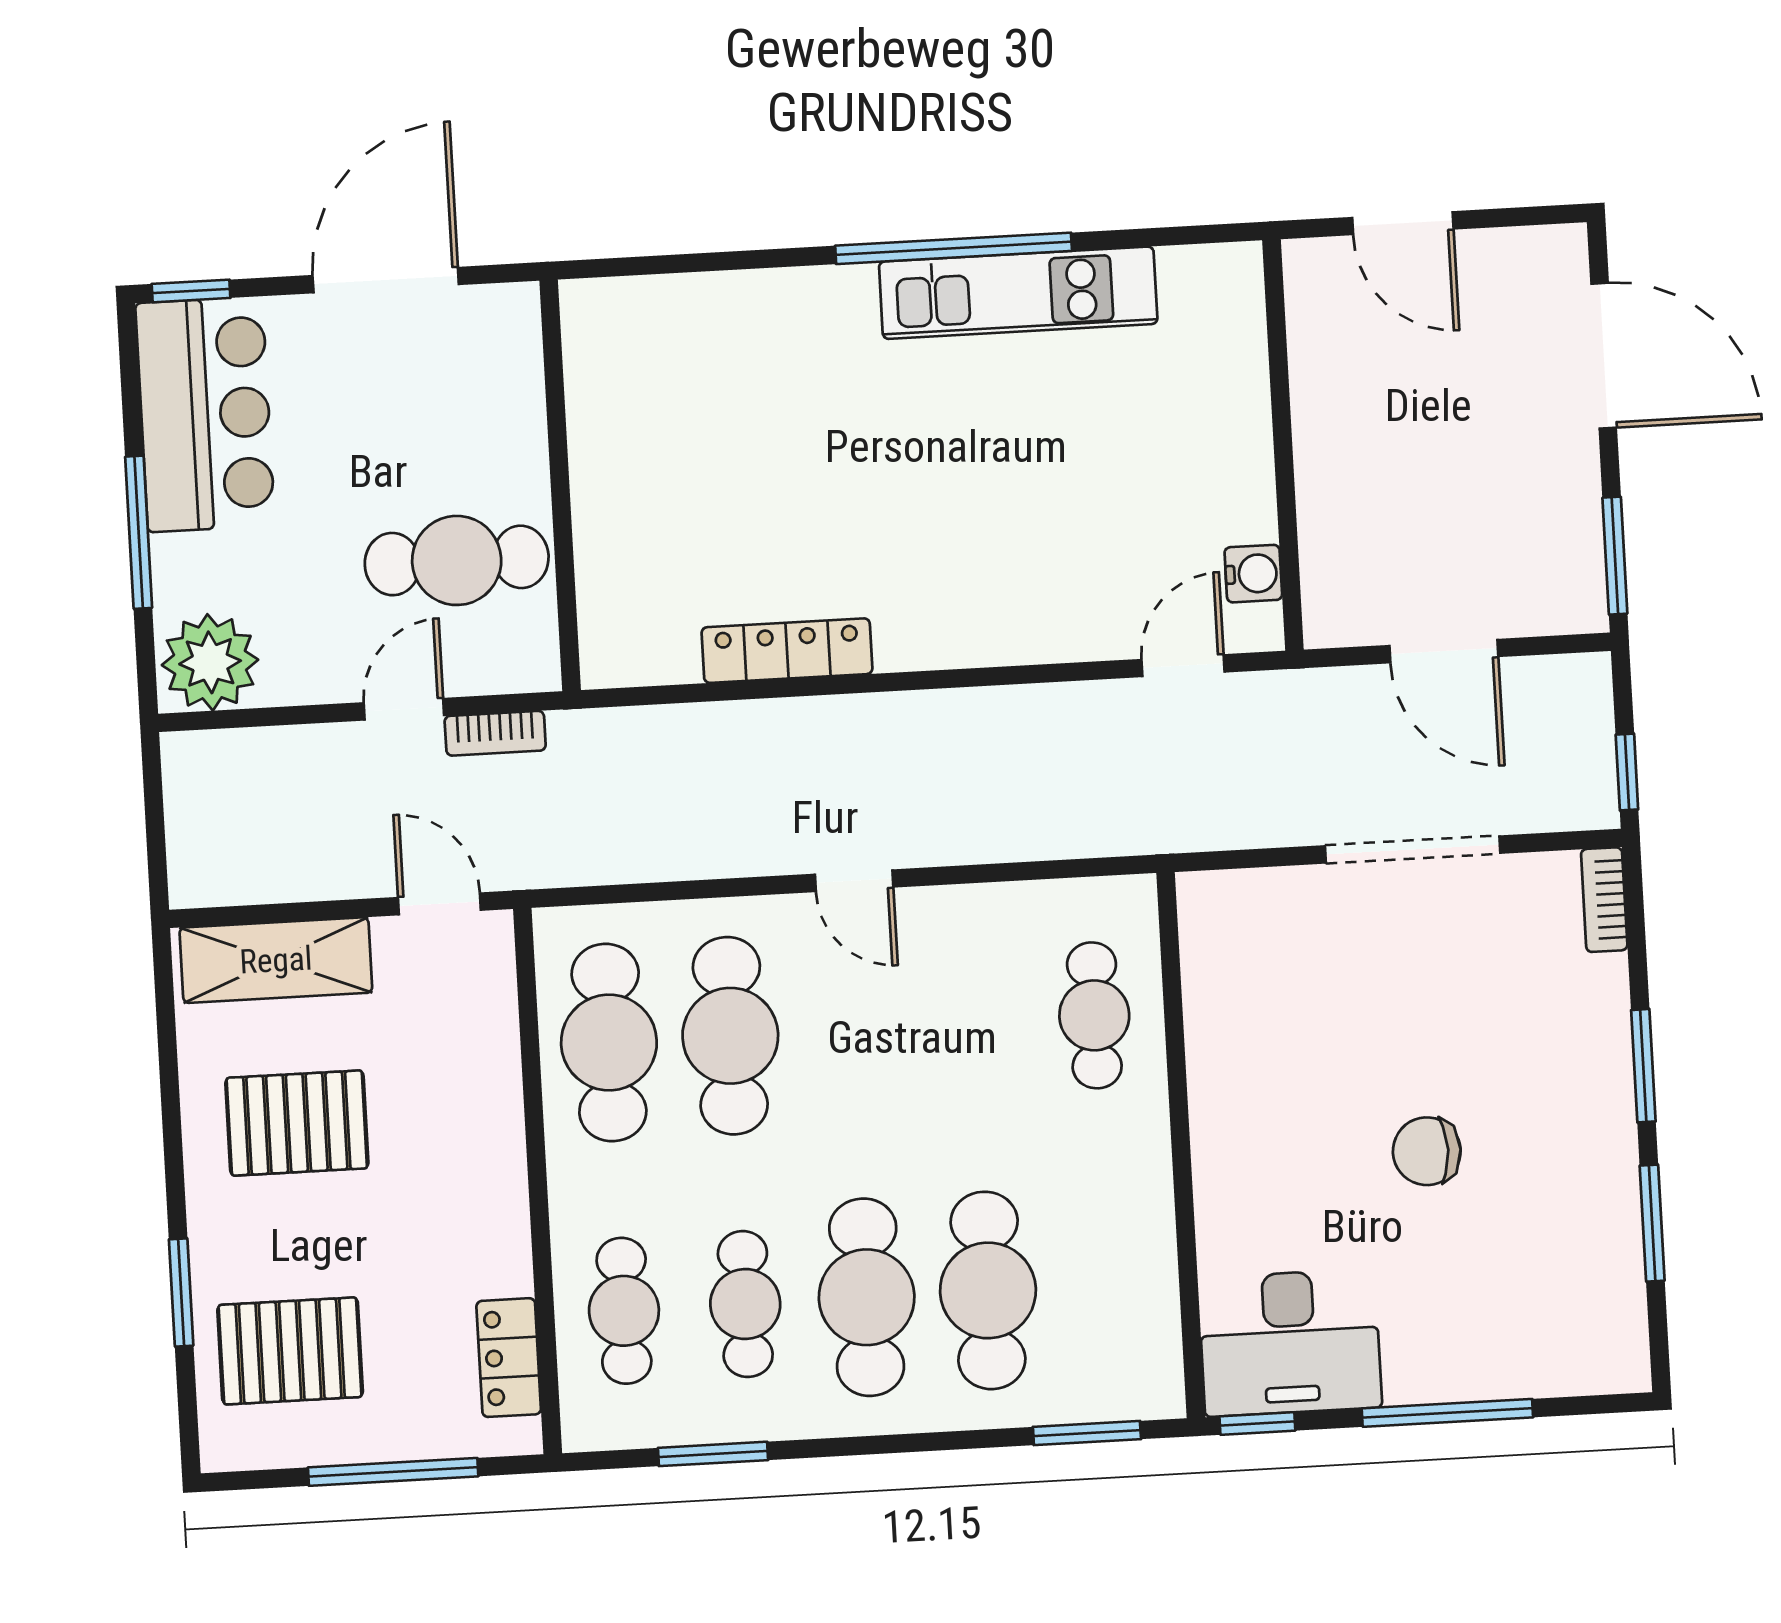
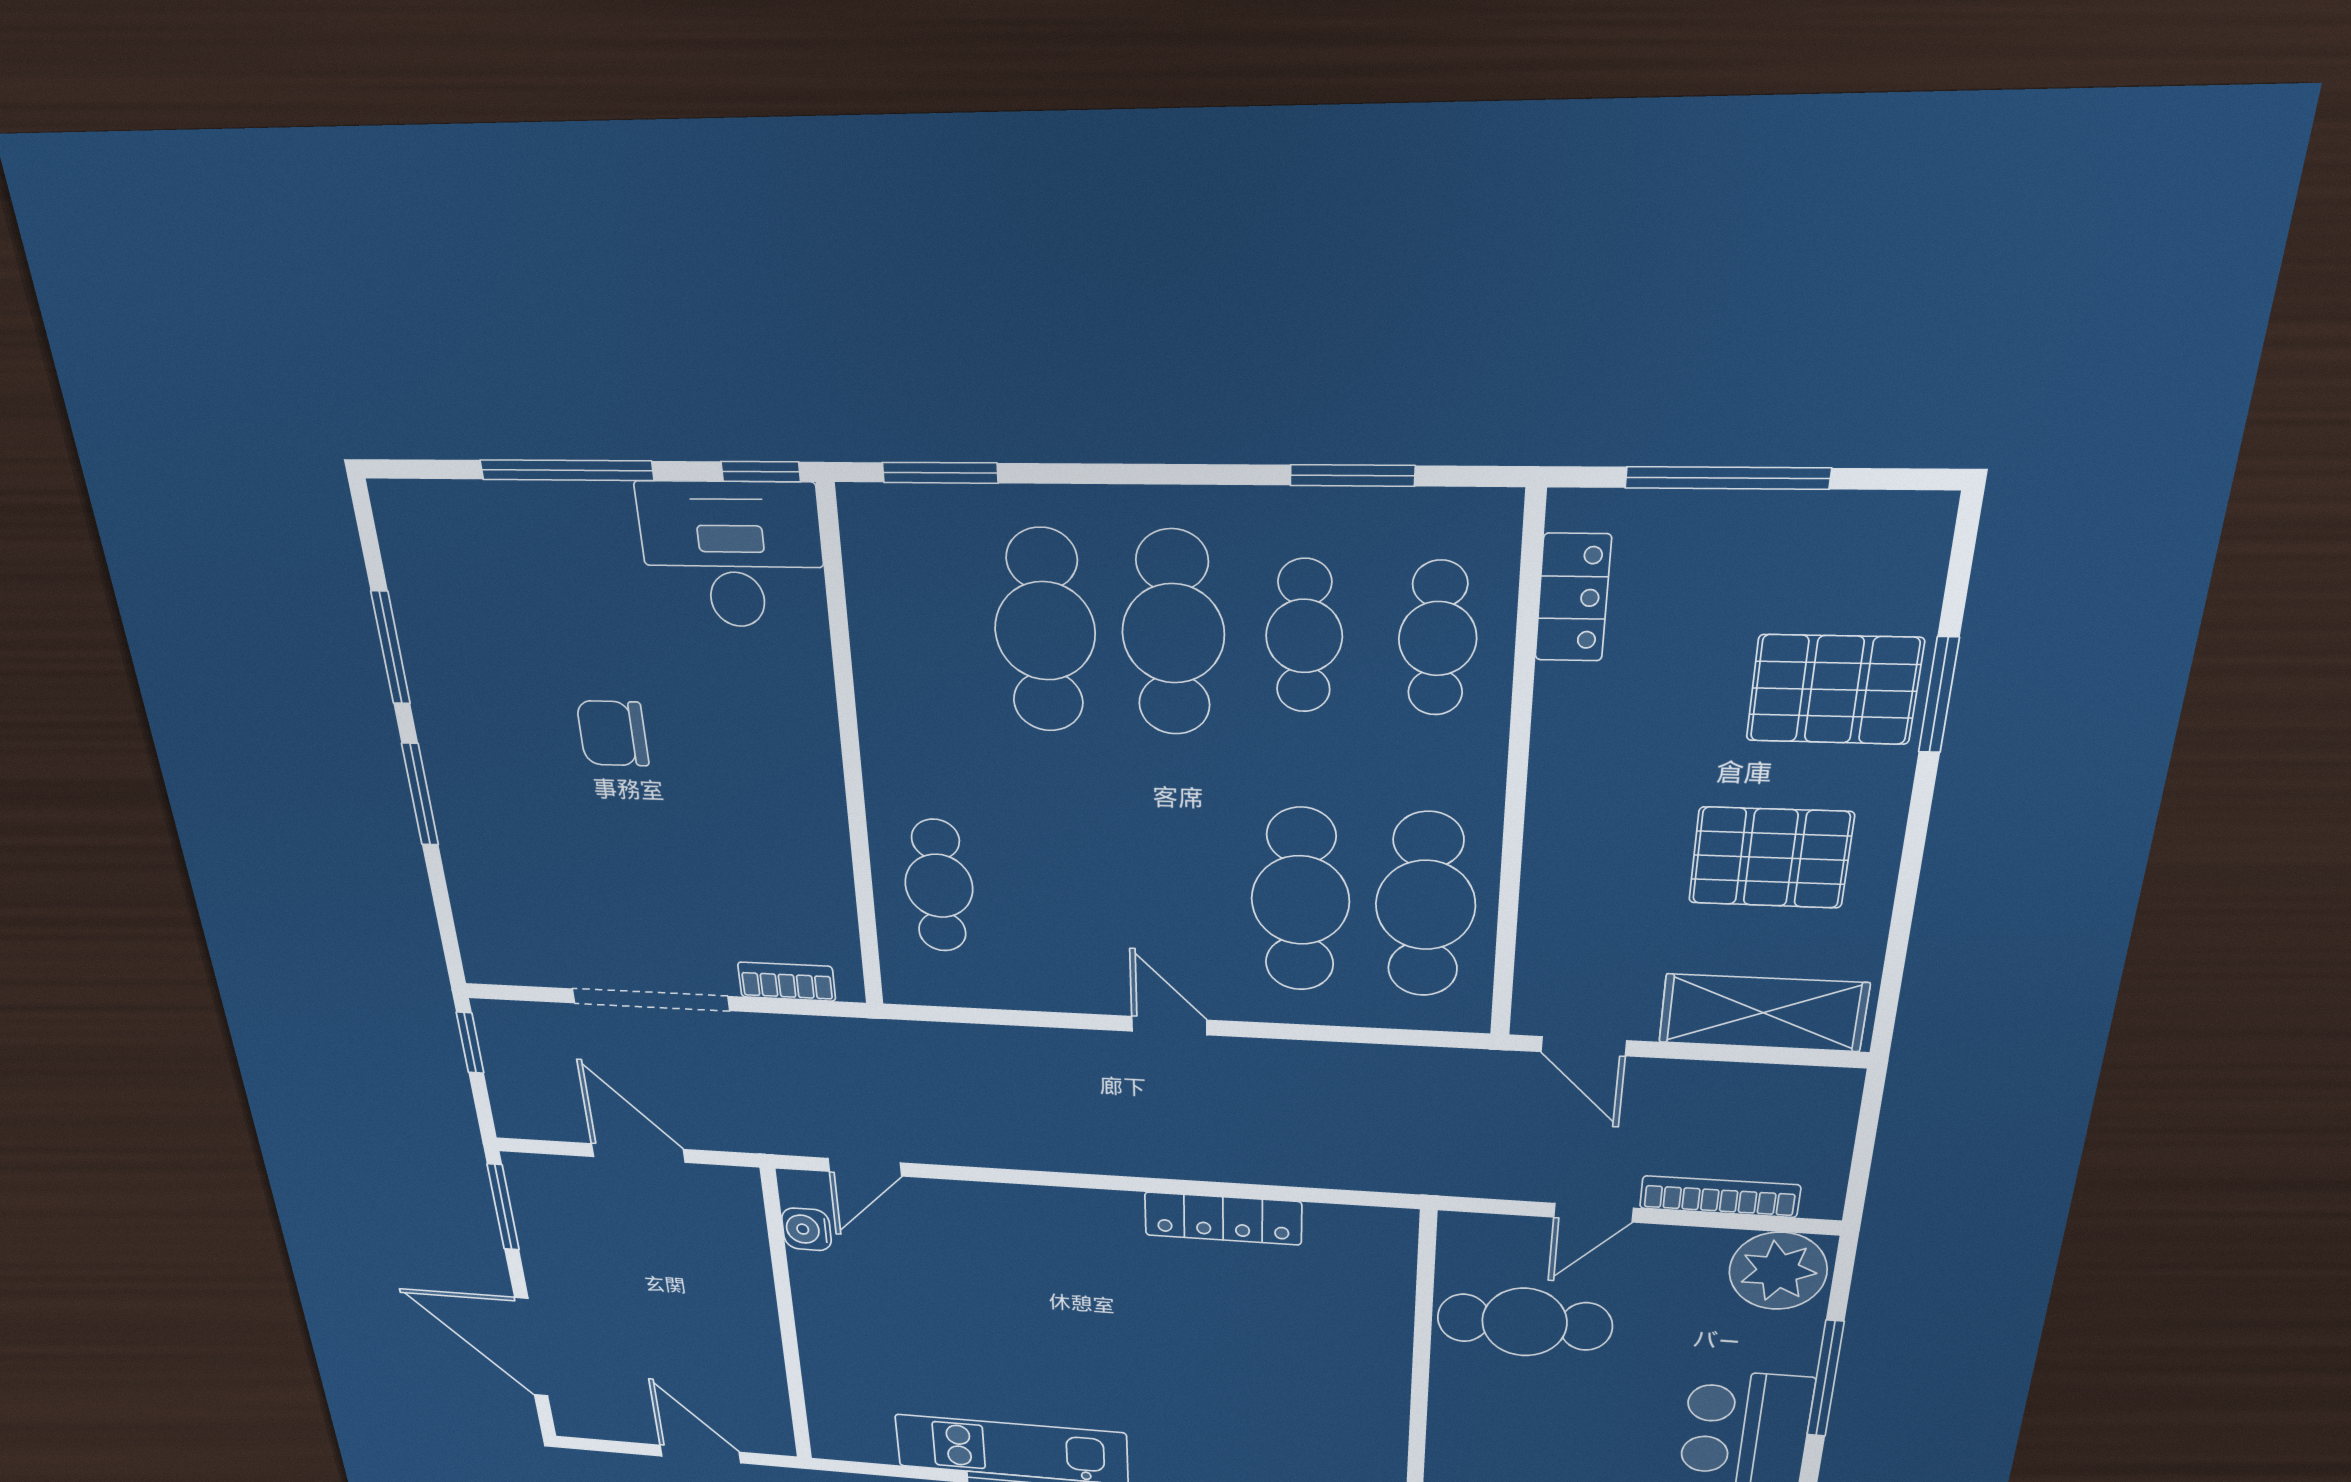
bookcase: (495, 733) -> (1720, 1197), moved, width x1.56
bookcase: (1604, 900) -> (787, 982), moved, turned -90
chair: (1427, 1151) -> (613, 733), turned 180
pallet: (290, 1351) -> (1834, 690), moved

